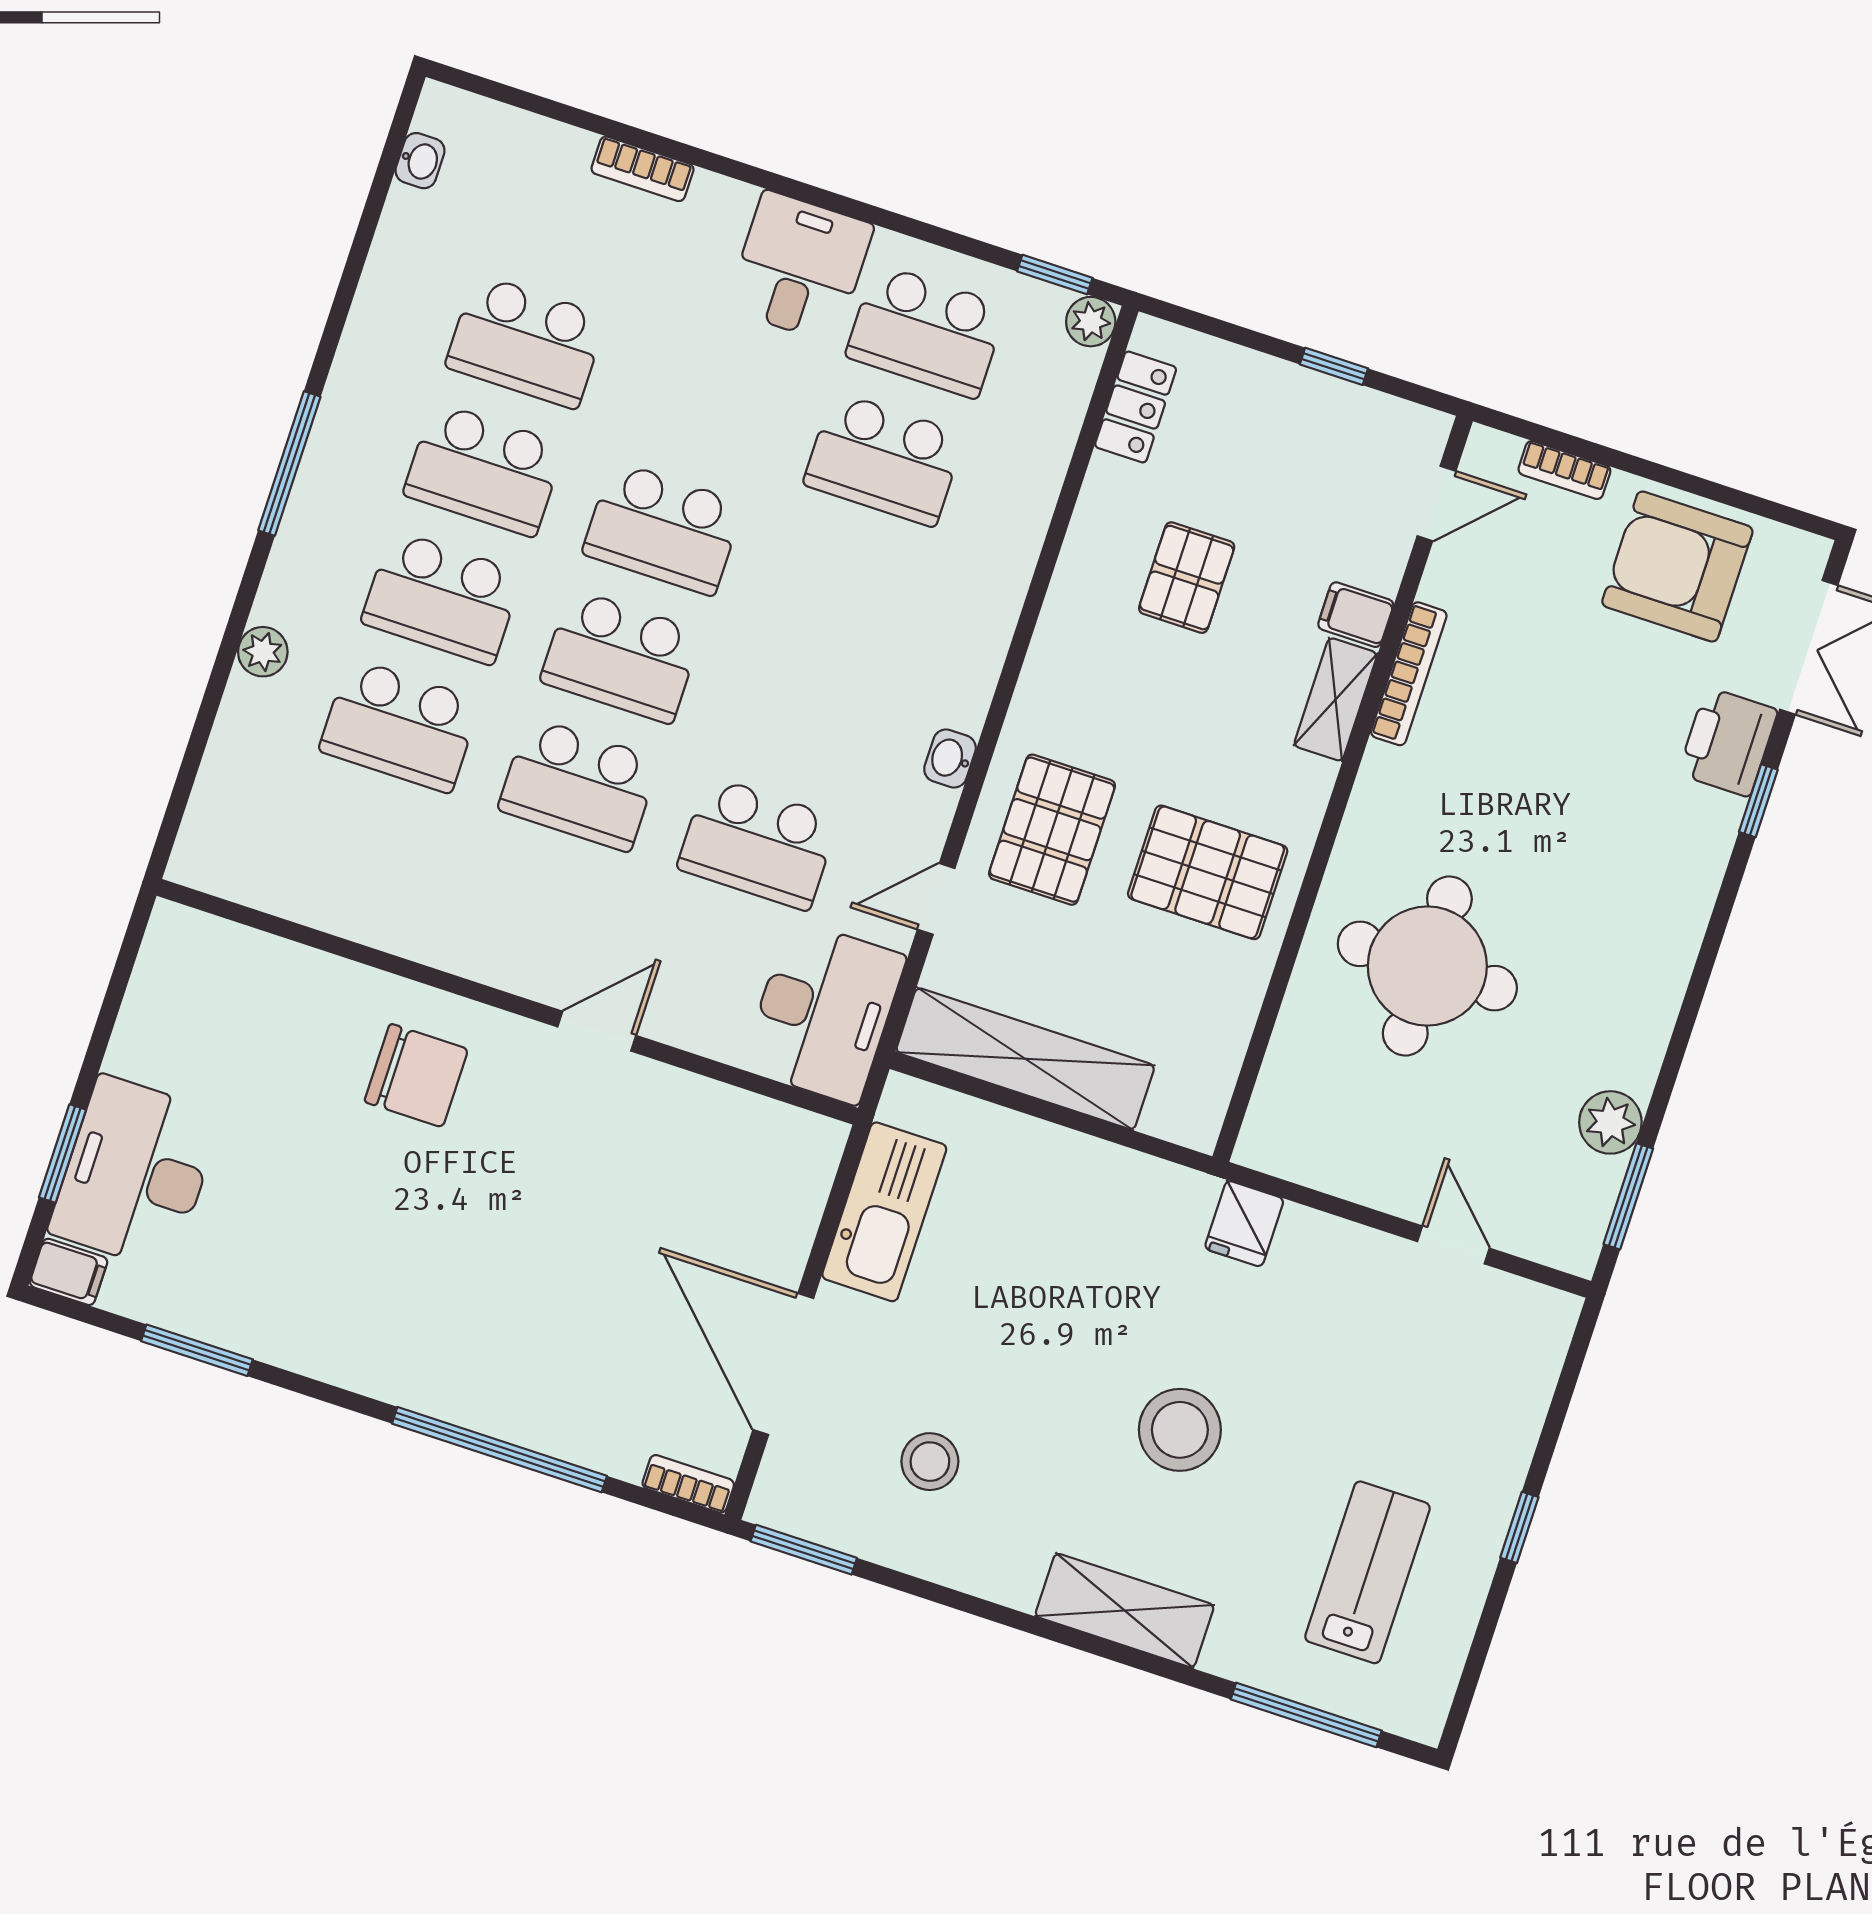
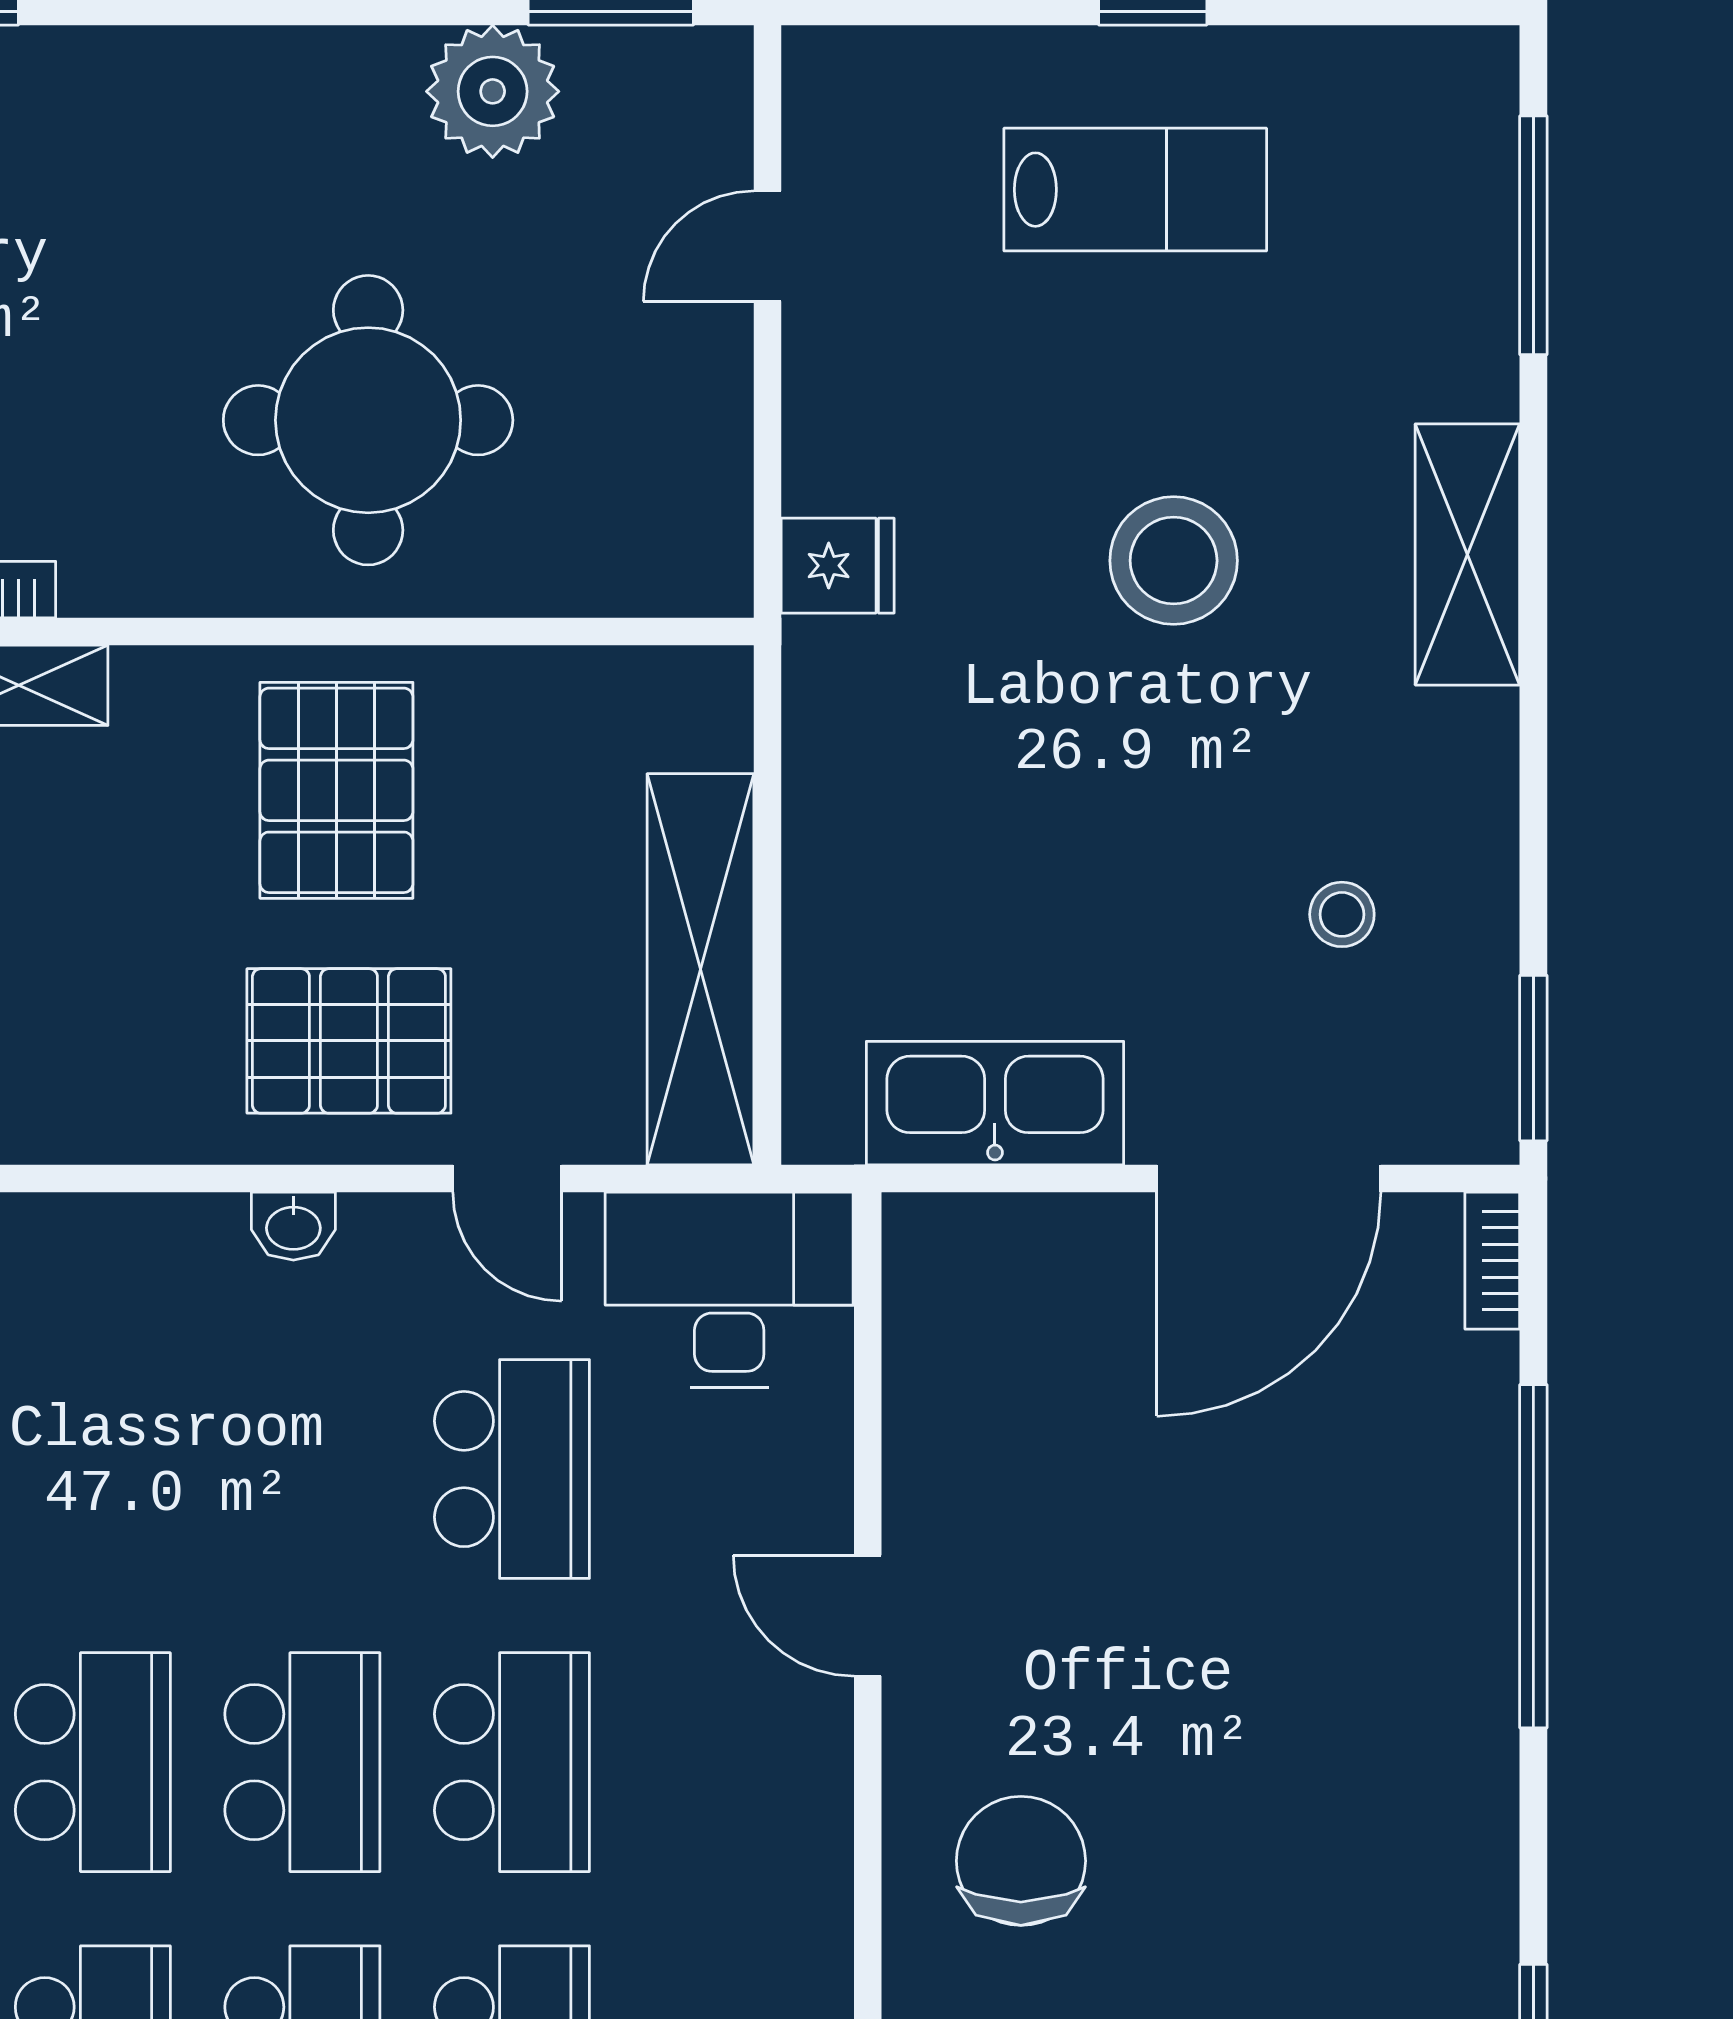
plant: (1610, 1122) -> (493, 91), width x1.36, depth x1.36
stool: (930, 1462) -> (1342, 914), width x0.73, depth x0.73
lab bench: (1367, 1572) -> (1135, 190), moved, turned 180

